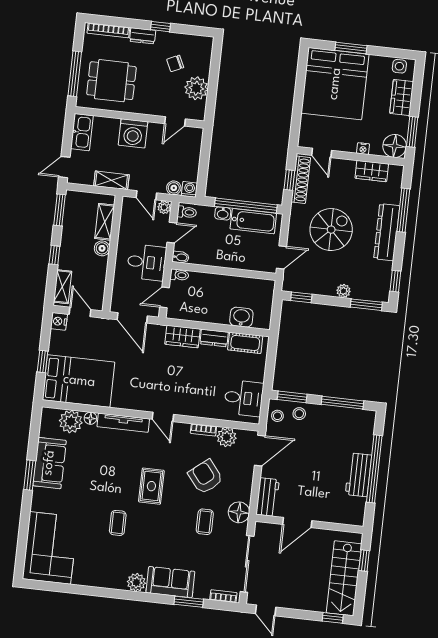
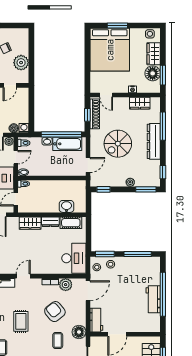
floor lamp: (395, 146) -> (153, 73), moved
spiral stairs: (331, 230) -> (118, 144), turned 180
desk: (244, 398) -> (74, 258), width x1.37
door: (163, 417) -> (23, 276), swing flipped

